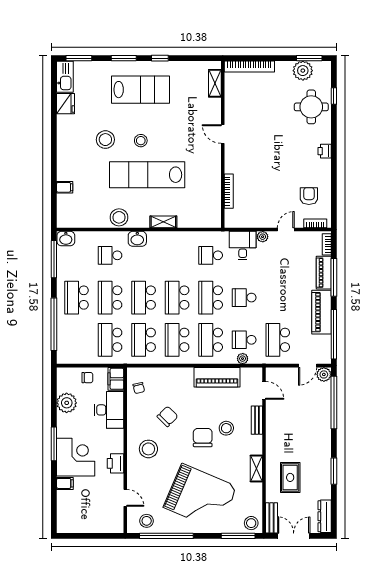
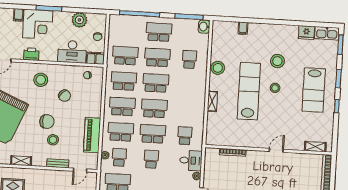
washbasin: (137, 239) -> (201, 81), removed

